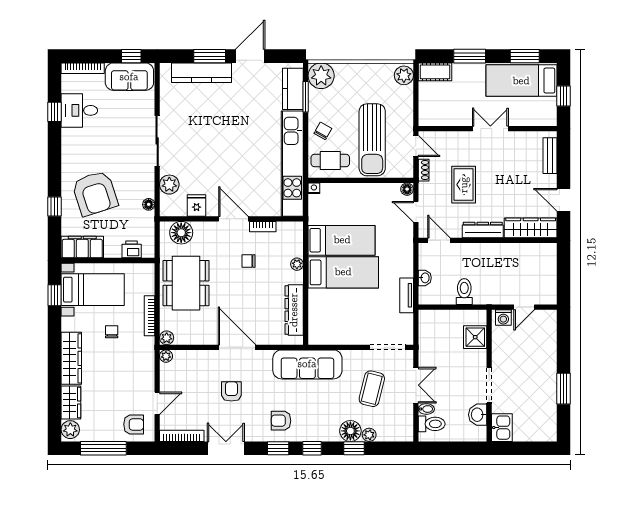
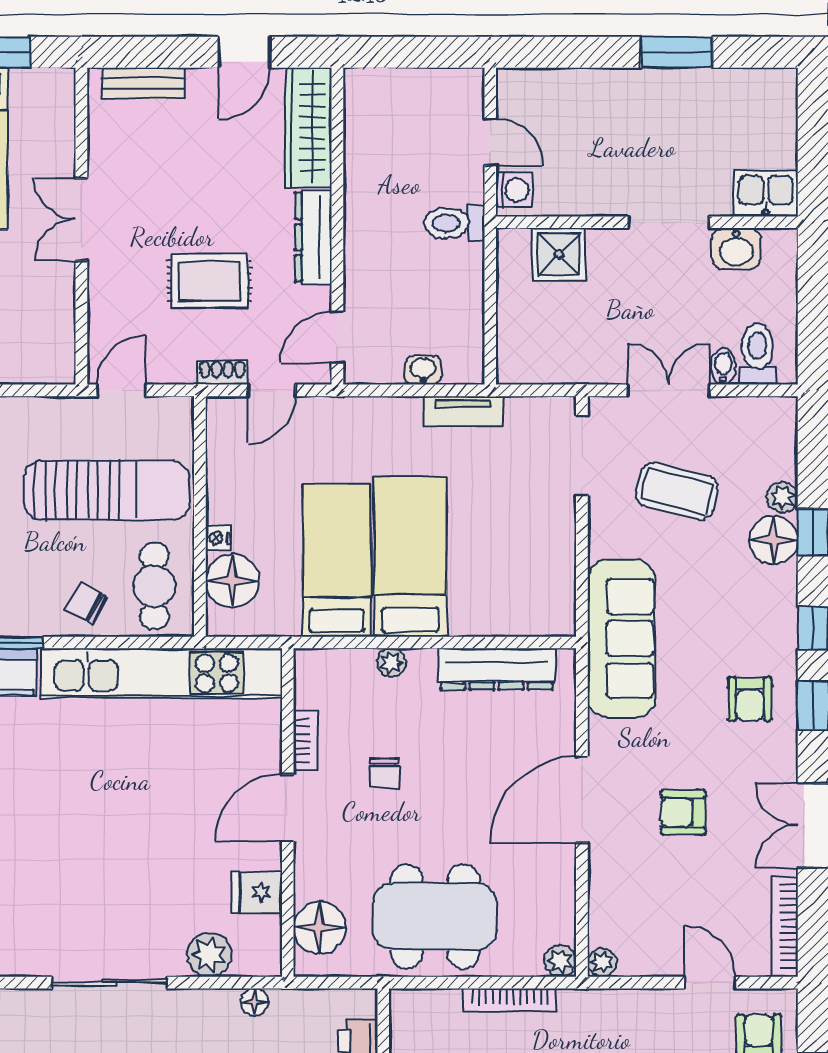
shoe rack: (424, 170) -> (222, 372), moved
nightstand: (314, 188) -> (218, 538), moved
floor lamp: (407, 189) -> (232, 581), moved, width x1.89, depth x1.89
toilet: (464, 292) -> (455, 223), moved

